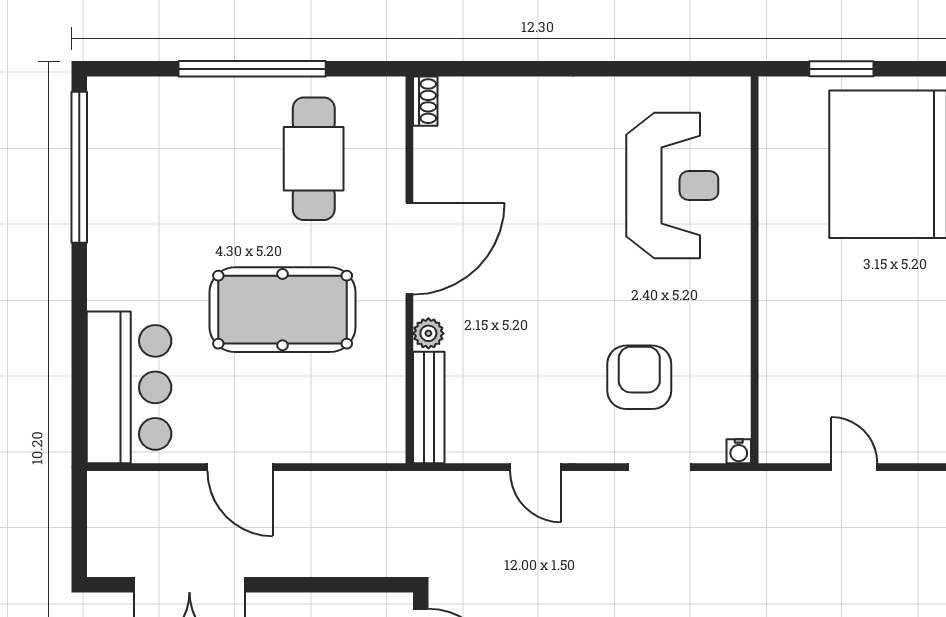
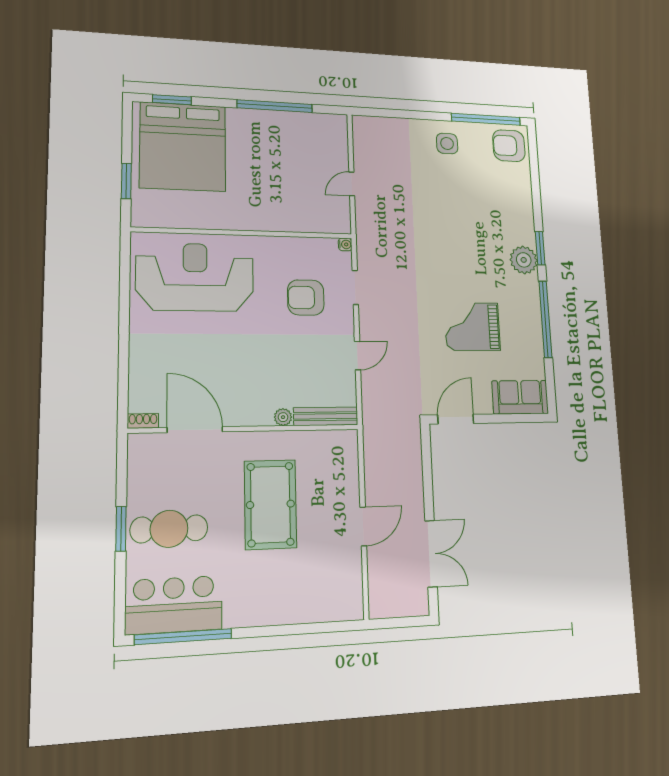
window: (252, 69) -> (121, 529), width x0.47
cafe table: (314, 159) -> (169, 529), moved
reception desk: (672, 186) -> (195, 277), width x1.36, depth x1.30
door: (409, 249) -> (195, 430), moved
bar counter: (129, 387) -> (174, 605), moved

